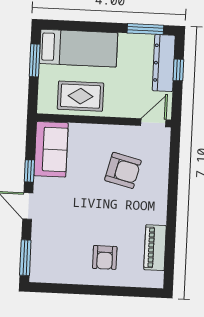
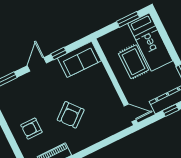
rug: (80, 96) -> (134, 62), moved
armchair: (123, 170) -> (71, 115), moved, turned 36

